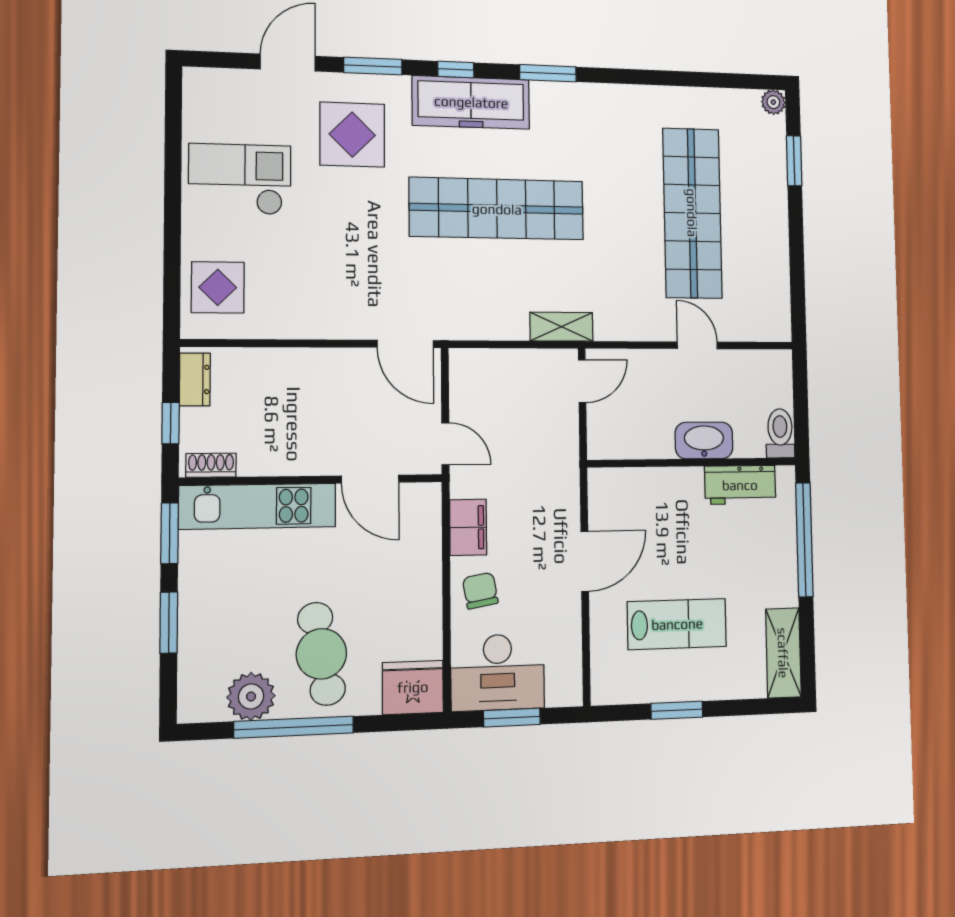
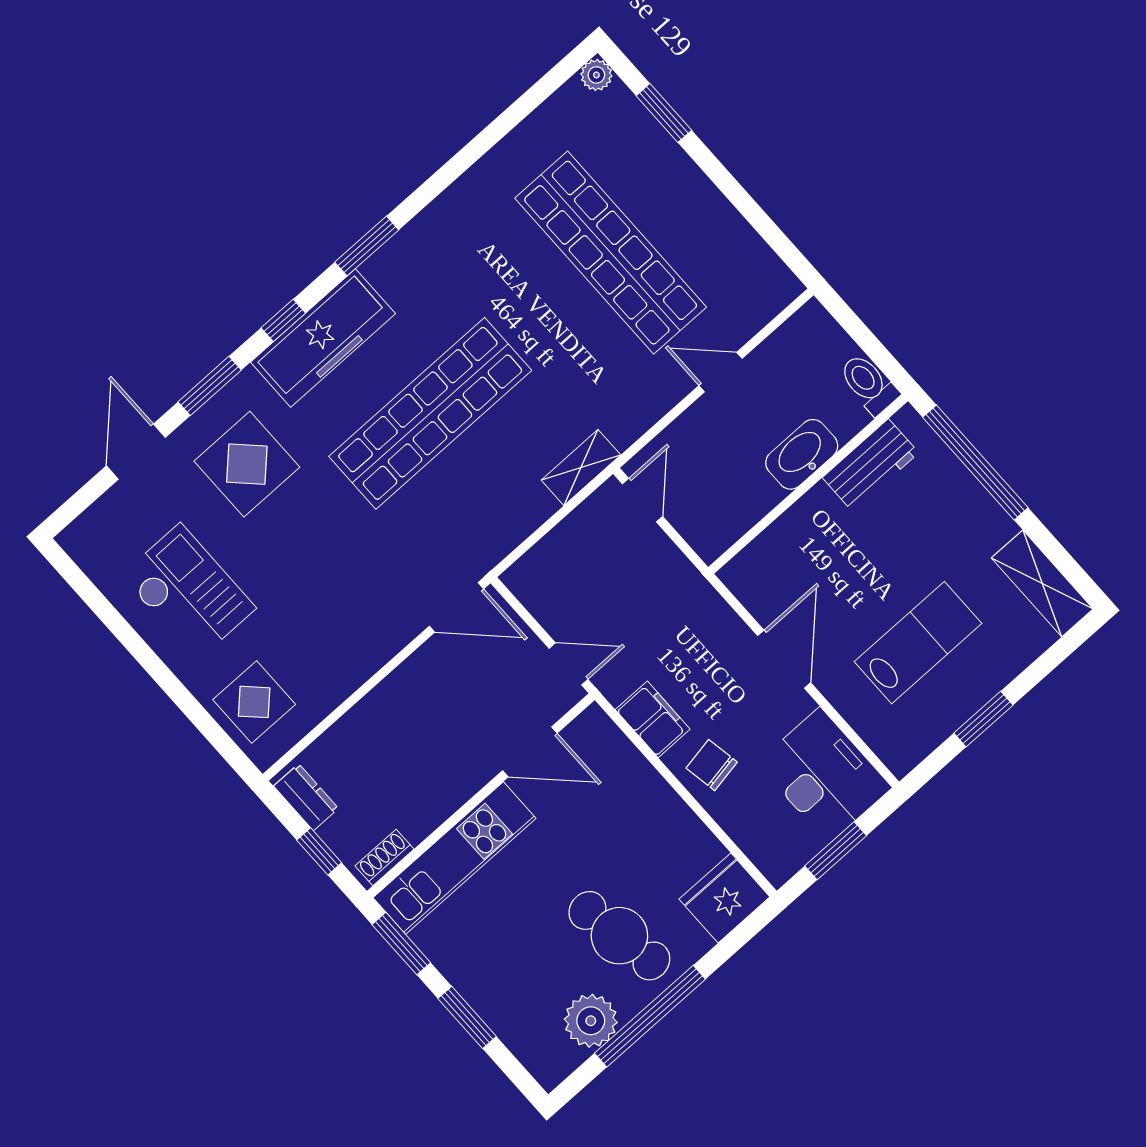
checkout: (240, 179) -> (188, 592), turned 90
desk: (498, 672) -> (824, 775), moved, turned -90

